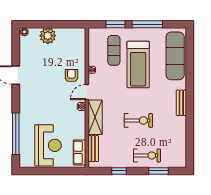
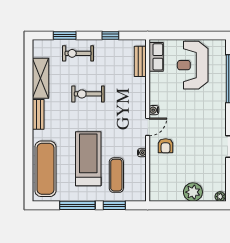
shelving: (95, 117) -> (41, 78), moved

